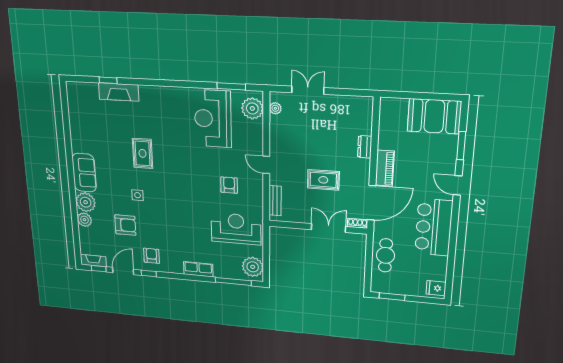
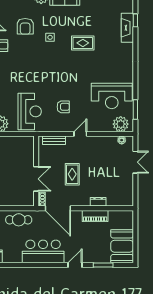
reception desk: (213, 119) -> (112, 96), turned 180
piano: (385, 168) -> (95, 216), moved

